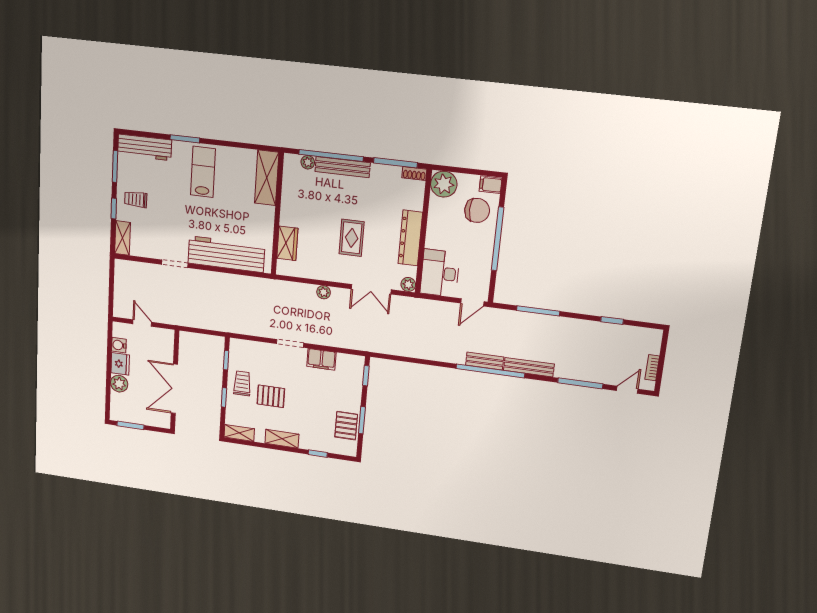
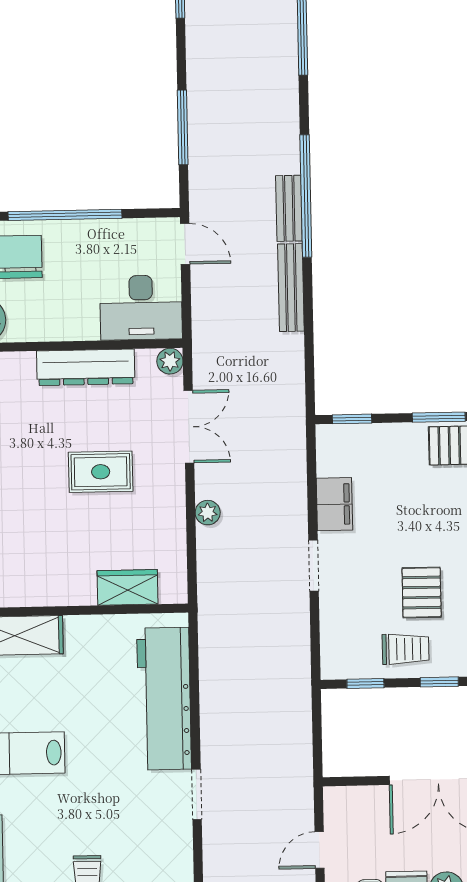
bench: (529, 367) -> (291, 288), moved
trolley: (242, 383) -> (406, 649), turned 180

